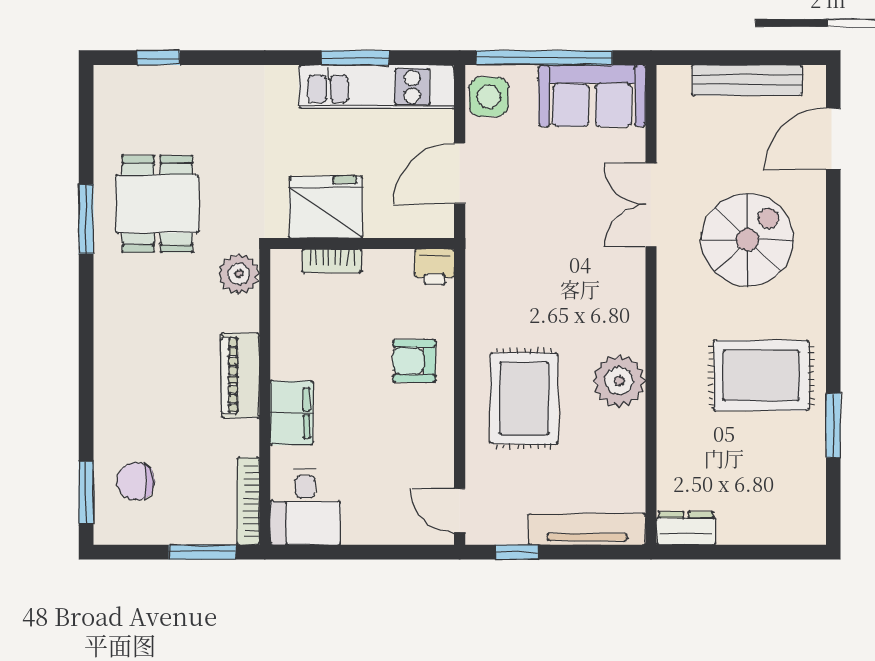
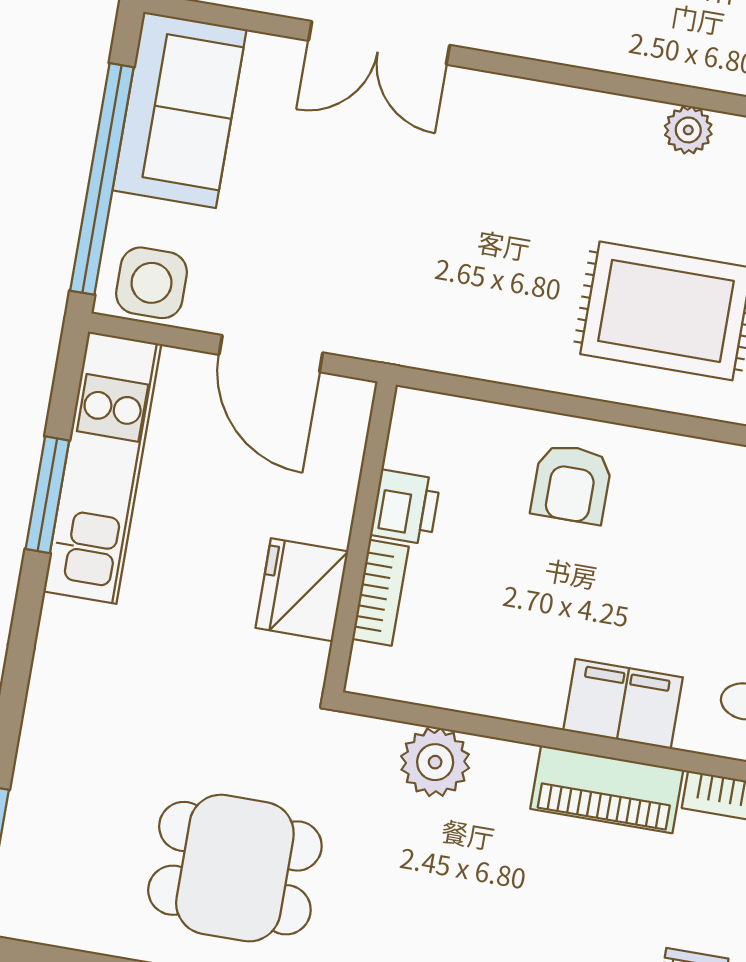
fridge: (326, 207) -> (302, 590), width x0.73, depth x0.75
printer: (435, 267) -> (405, 507), moved
plant: (239, 274) -> (435, 762), moved
piano: (240, 375) -> (607, 789), moved
plant: (619, 381) -> (688, 130), width x0.53, depth x0.53

